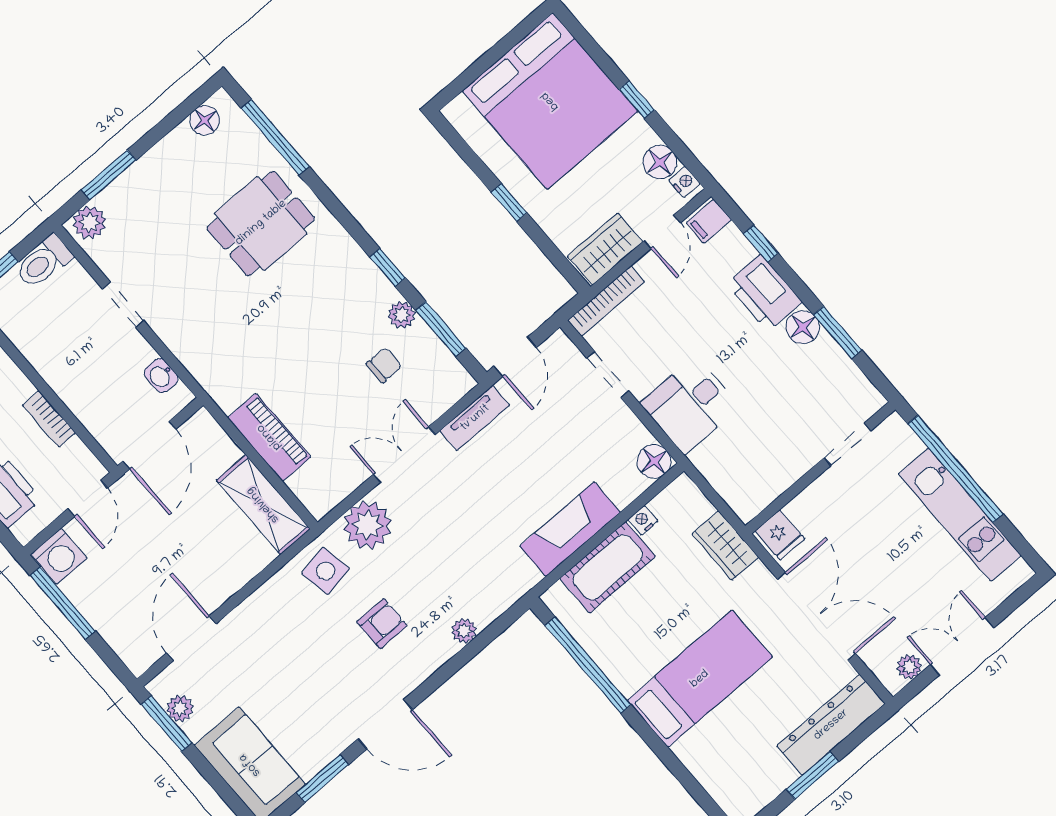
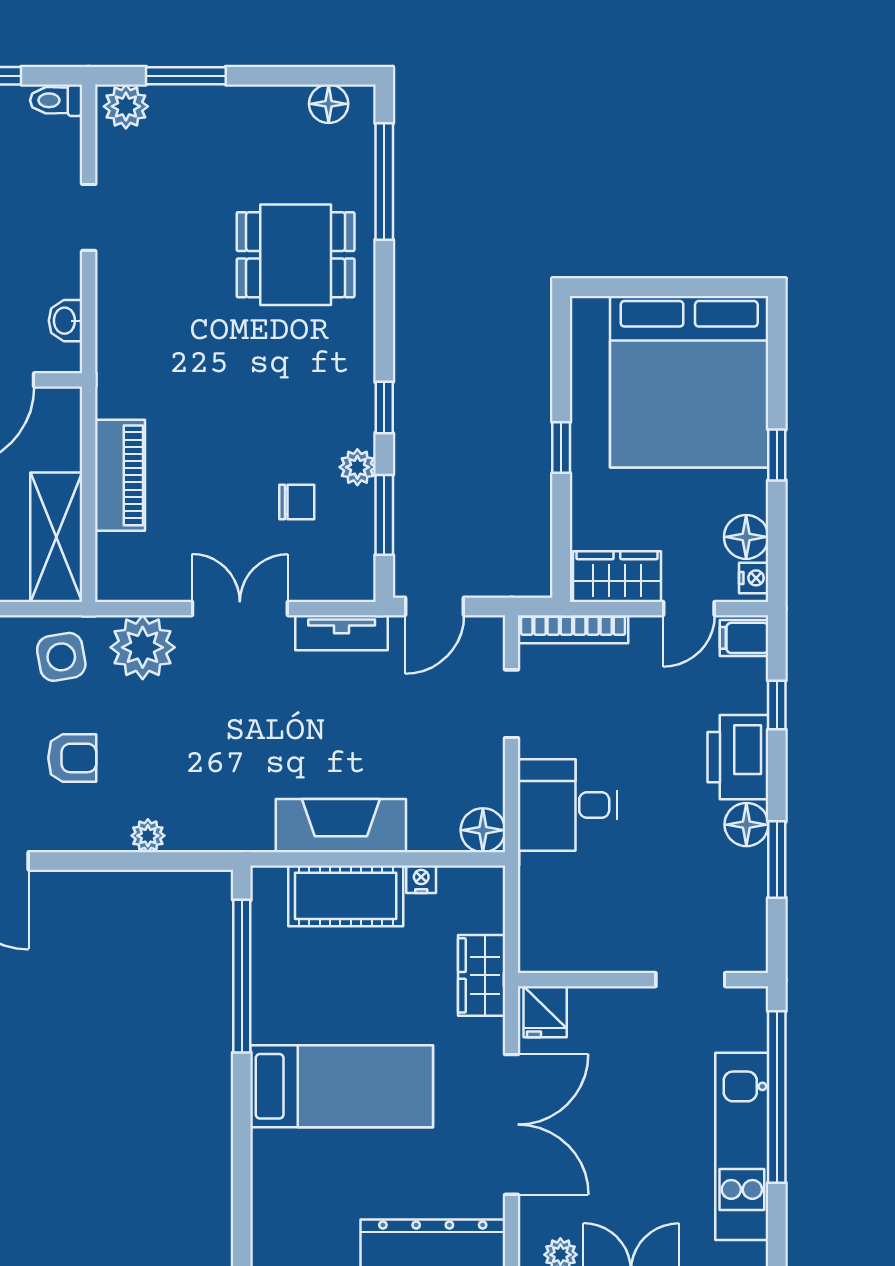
toilet: (44, 262) -> (56, 100), width x0.73, depth x0.72

